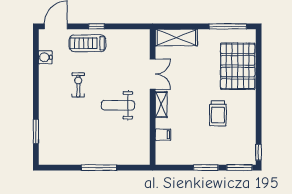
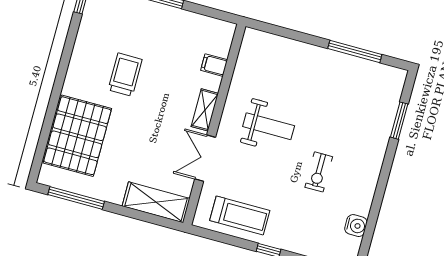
treadmill: (87, 43) -> (240, 215), moved
window: (99, 168) -> (355, 51), moved

